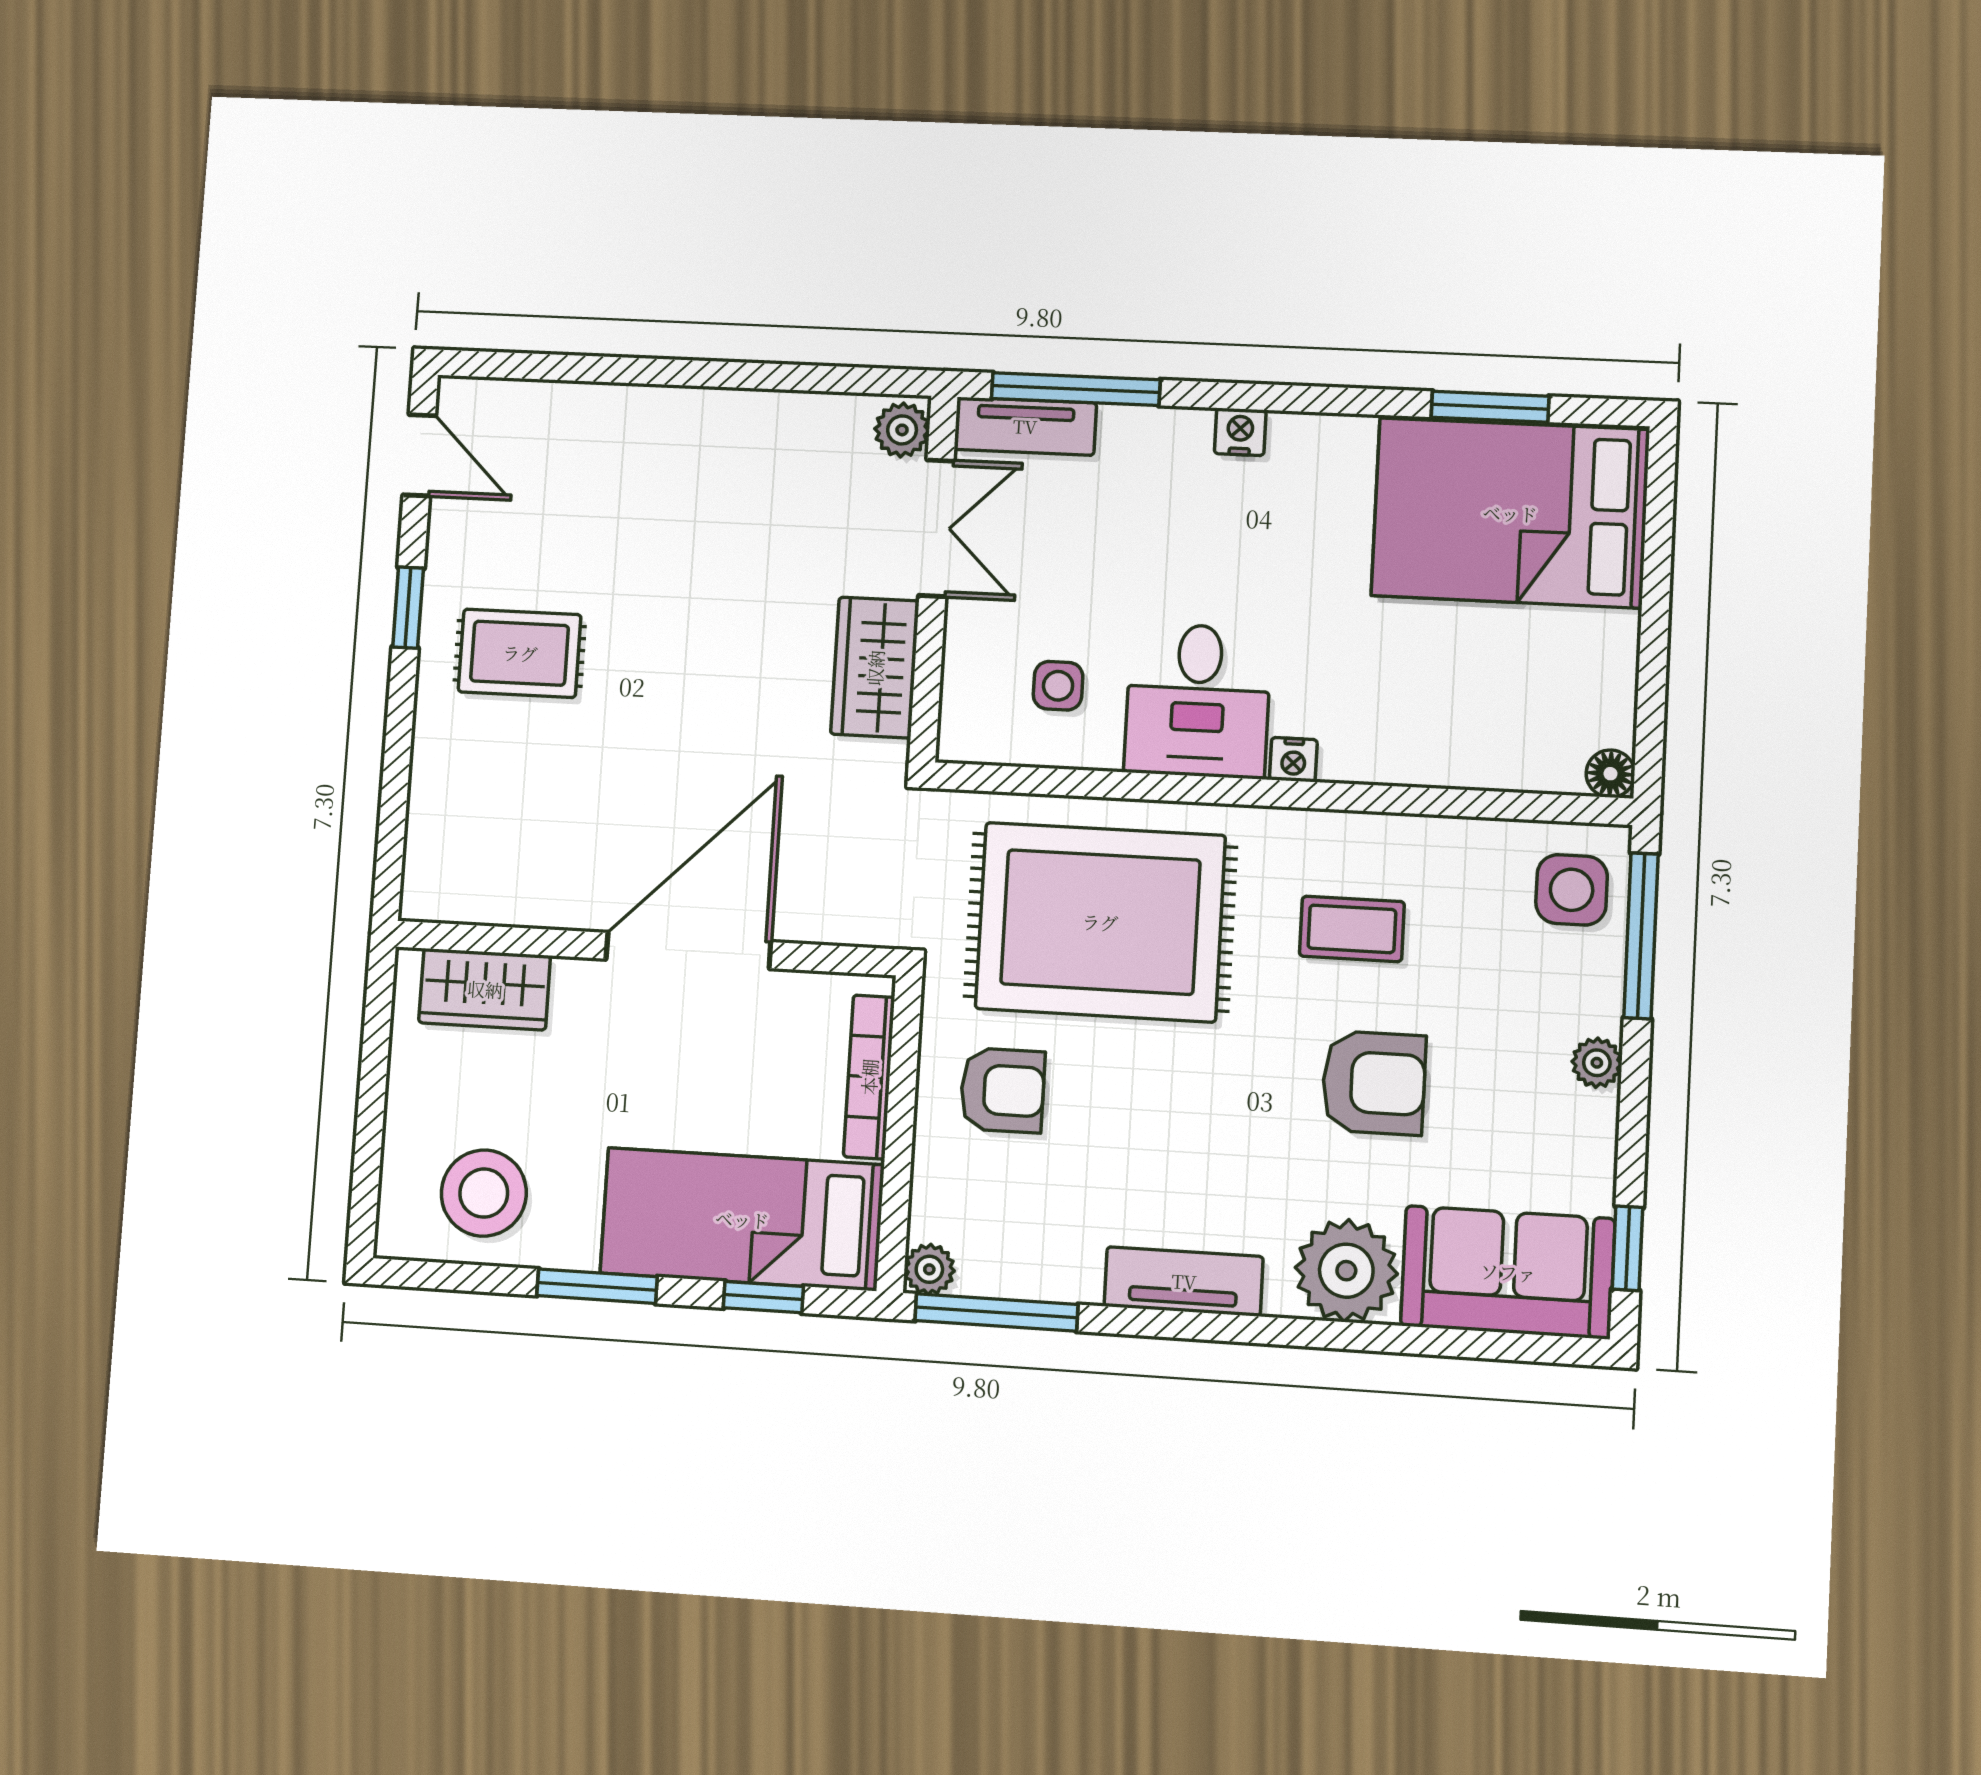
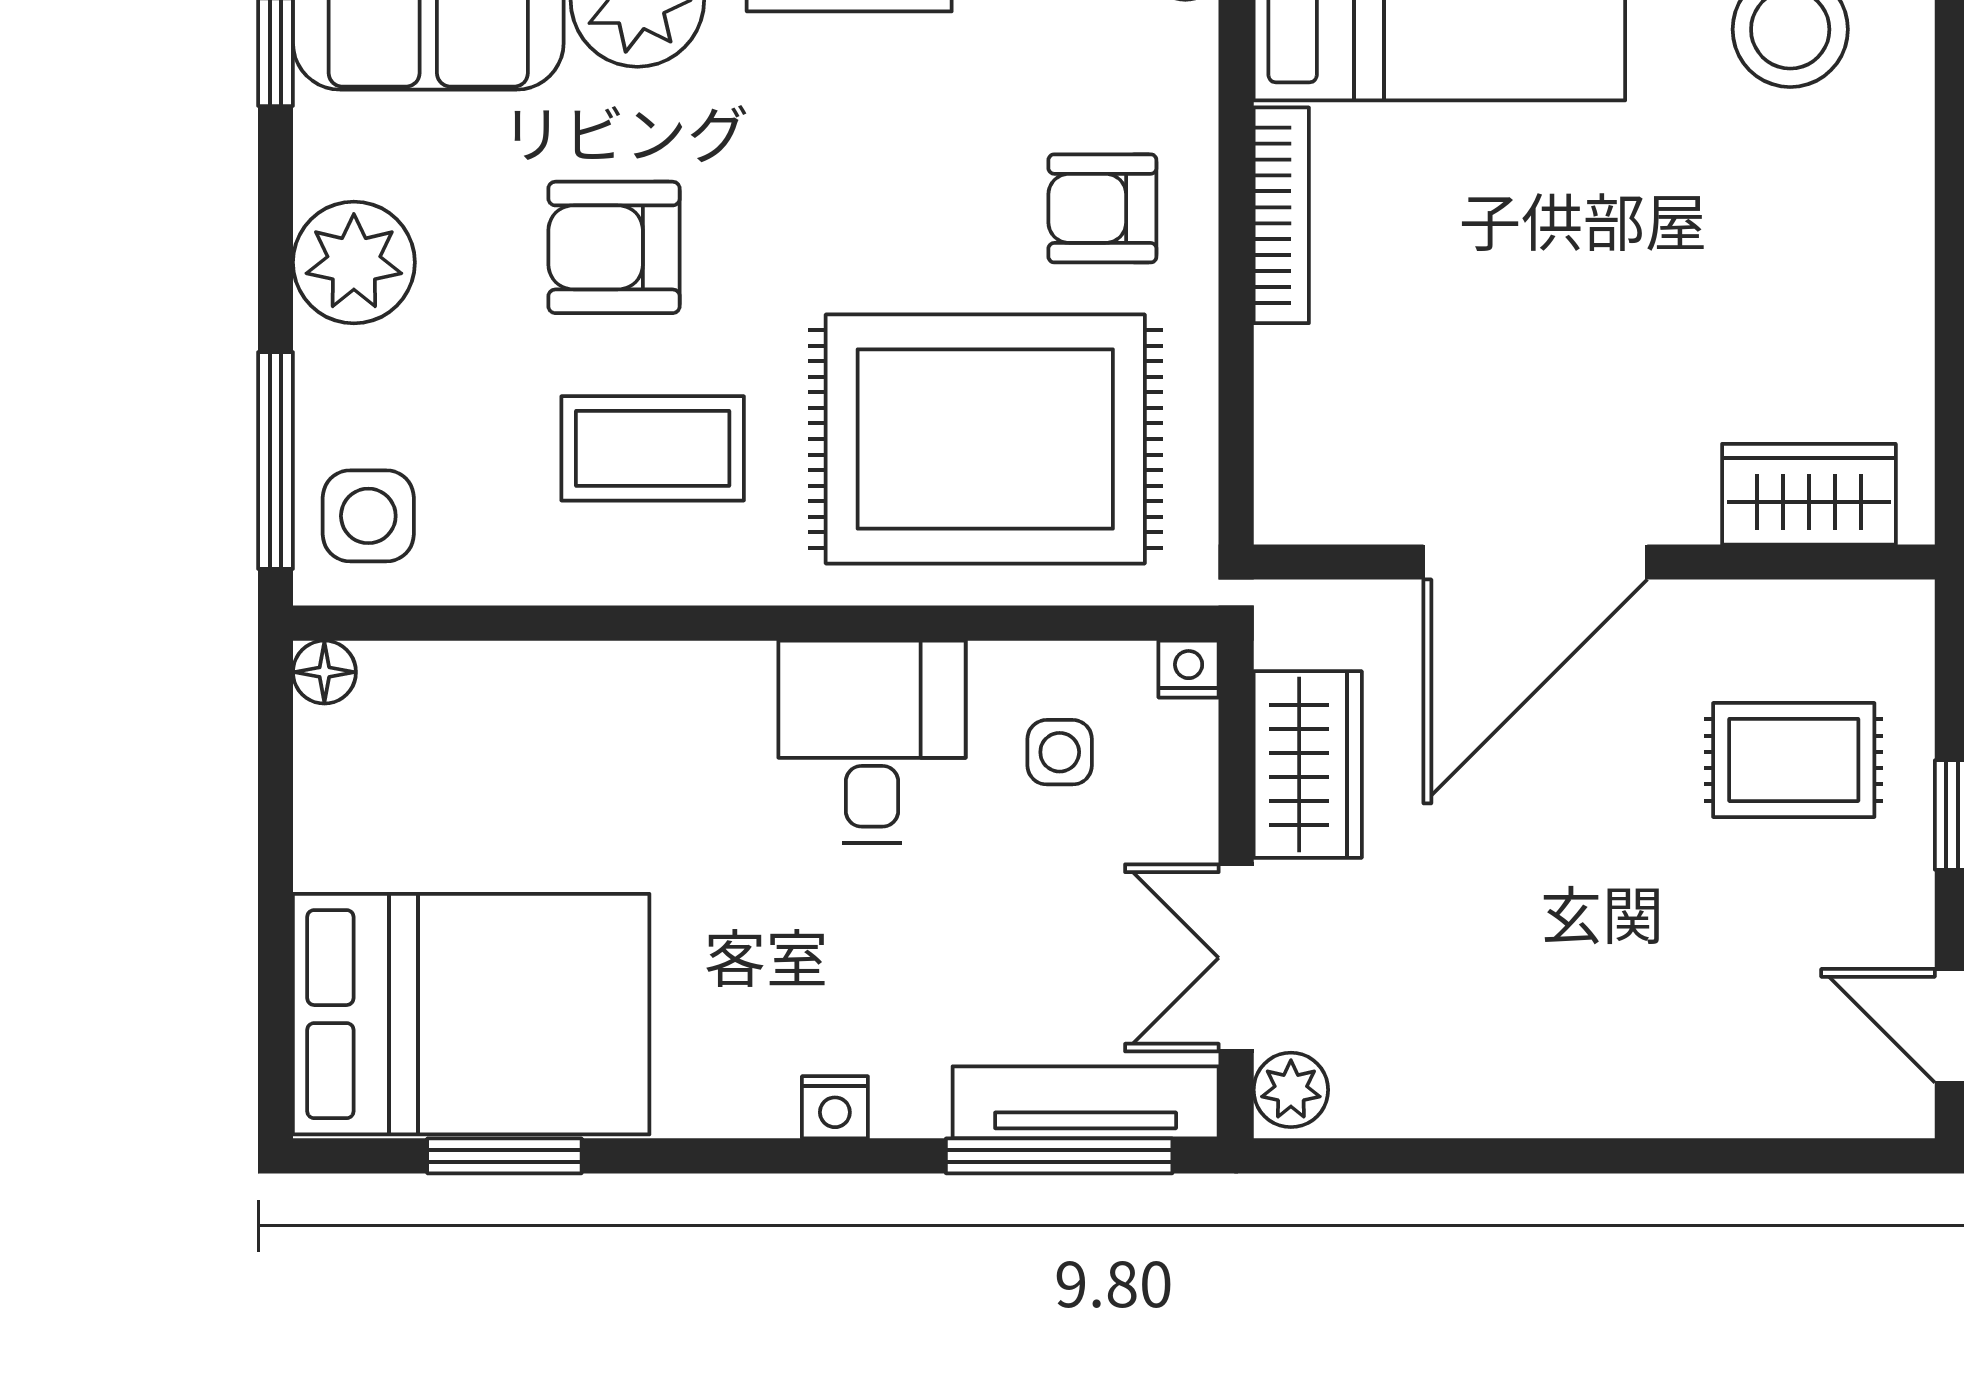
tv unit: (1025, 426) -> (1086, 1102), width x1.41
nightstand: (1293, 760) -> (1189, 669), moved
coffee table: (1352, 929) -> (653, 448), width x1.36, depth x1.30
wall: (645, 948) -> (1594, 562), moved
door: (688, 950) -> (1535, 562), moved
wardrobe: (485, 989) -> (1809, 494), moved
plant: (1597, 1063) -> (354, 262), width x1.88, depth x1.88

